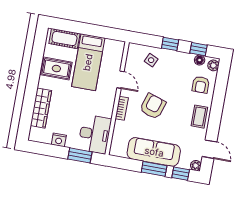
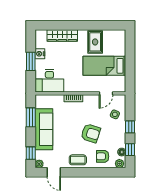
cot: (64, 39) -> (120, 44), removed
door: (120, 80) -> (106, 93), moved
armchair: (153, 106) -> (91, 133), moved
door: (209, 149) -> (54, 172), hinge flipped
window: (80, 155) -> (31, 61), moved
window: (154, 169) -> (31, 117), moved

